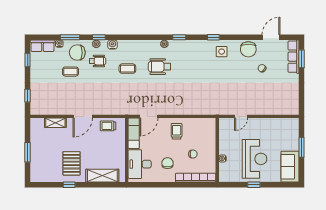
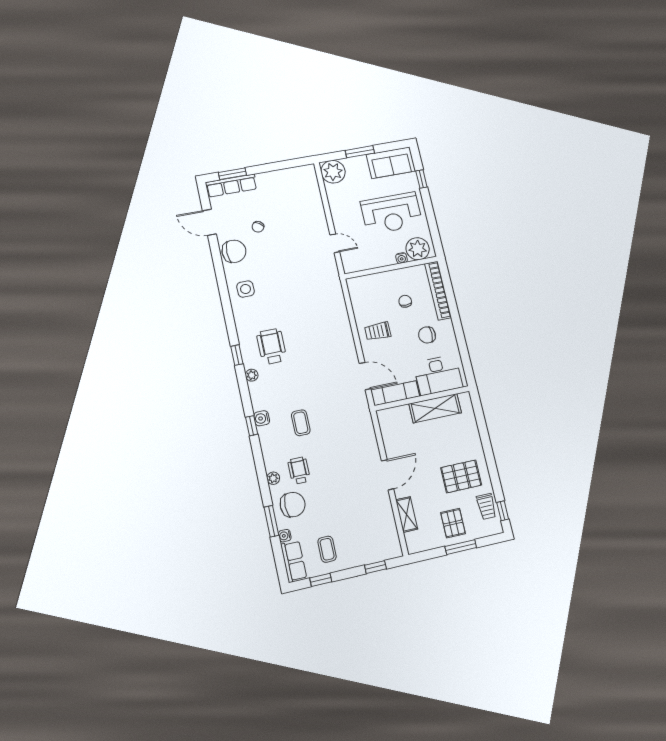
window: (99, 37) -> (252, 426), moved
window: (213, 37) -> (227, 305), removed
water cooler: (112, 45) -> (262, 418), moved
chair: (77, 53) -> (293, 505), turned -90
wheelchair: (159, 67) -> (272, 346), moved, turned 180
coffee table: (70, 72) -> (327, 549), moved
door: (83, 116) -> (388, 475), hinge flipped
trolley: (108, 126) -> (486, 506), moved
plant: (291, 126) -> (333, 172), added
pallet: (43, 151) -> (453, 523), added
reception desk: (255, 159) -> (391, 213), turned 180
plant: (227, 171) -> (418, 249), added
shelving: (102, 176) -> (435, 408), moved, turned 90
window: (69, 185) -> (503, 511), moved
window: (254, 185) -> (421, 179), moved

